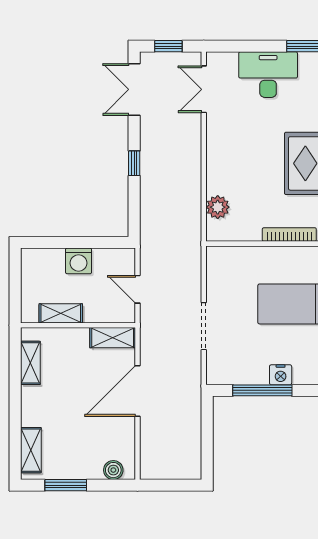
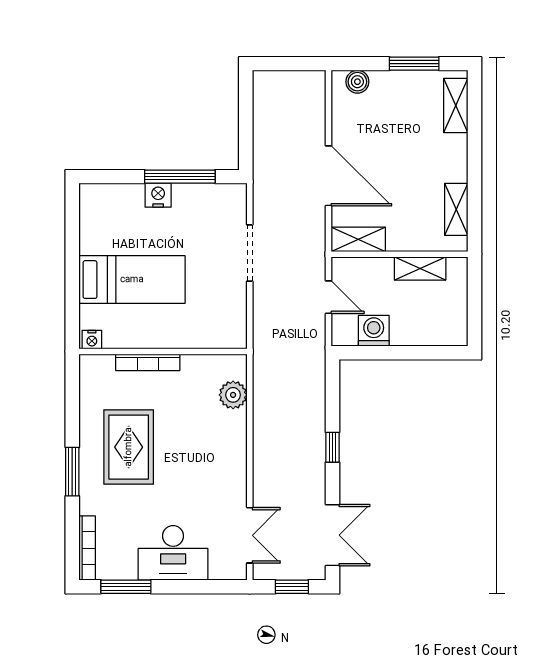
washing machine: (79, 261) -> (374, 331), moved
door: (138, 391) -> (329, 176), hinge flipped

